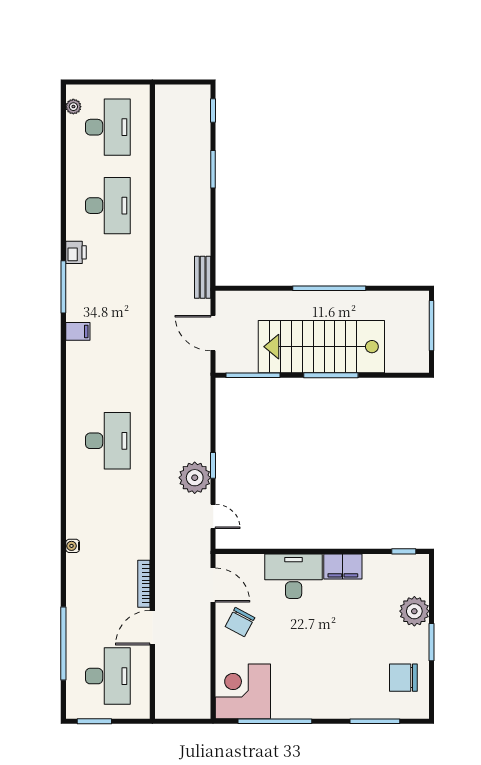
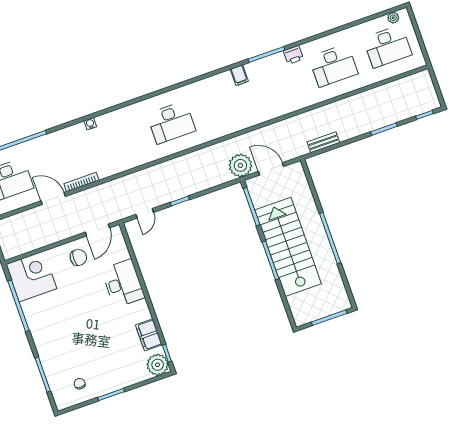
bench: (203, 277) -> (323, 142), moved
door: (213, 333) -> (271, 169), hinge flipped
plant: (195, 478) -> (240, 165), moved
filing cabinet: (343, 566) -> (149, 335), moved
plant: (414, 611) -> (158, 365), moved
chair: (240, 622) -> (78, 258), turned 152
chair: (403, 678) -> (80, 384), width x0.54, depth x0.54

